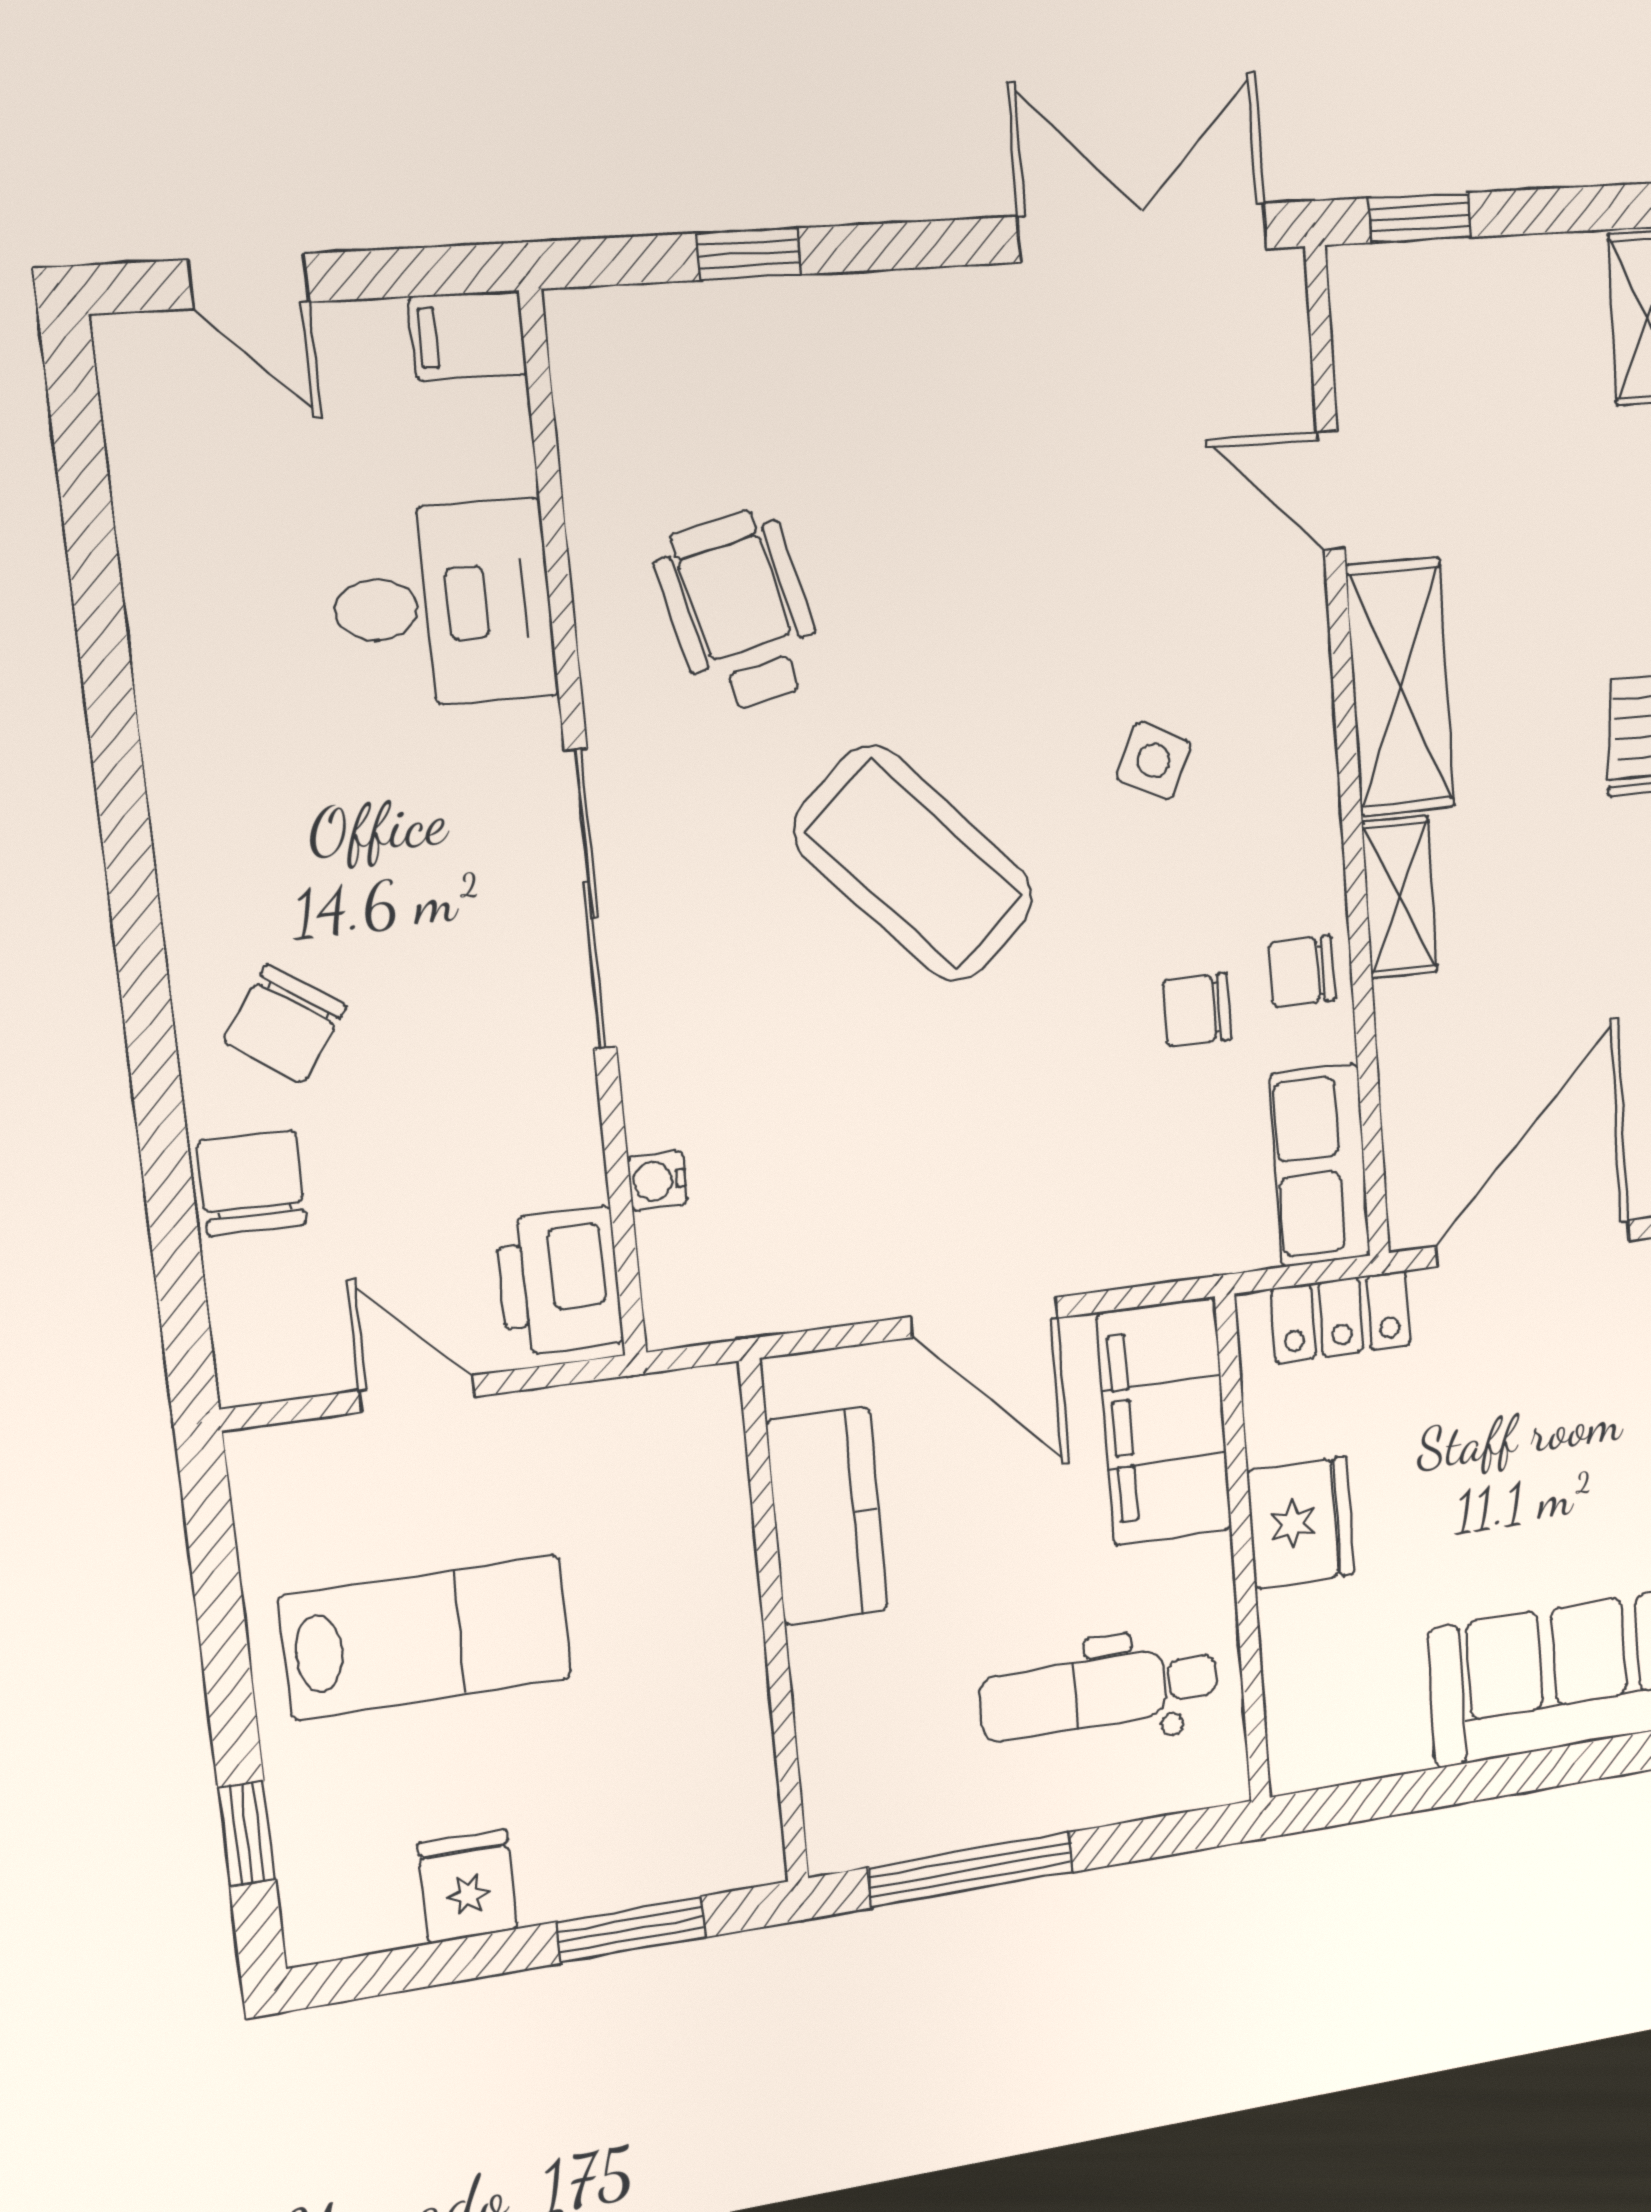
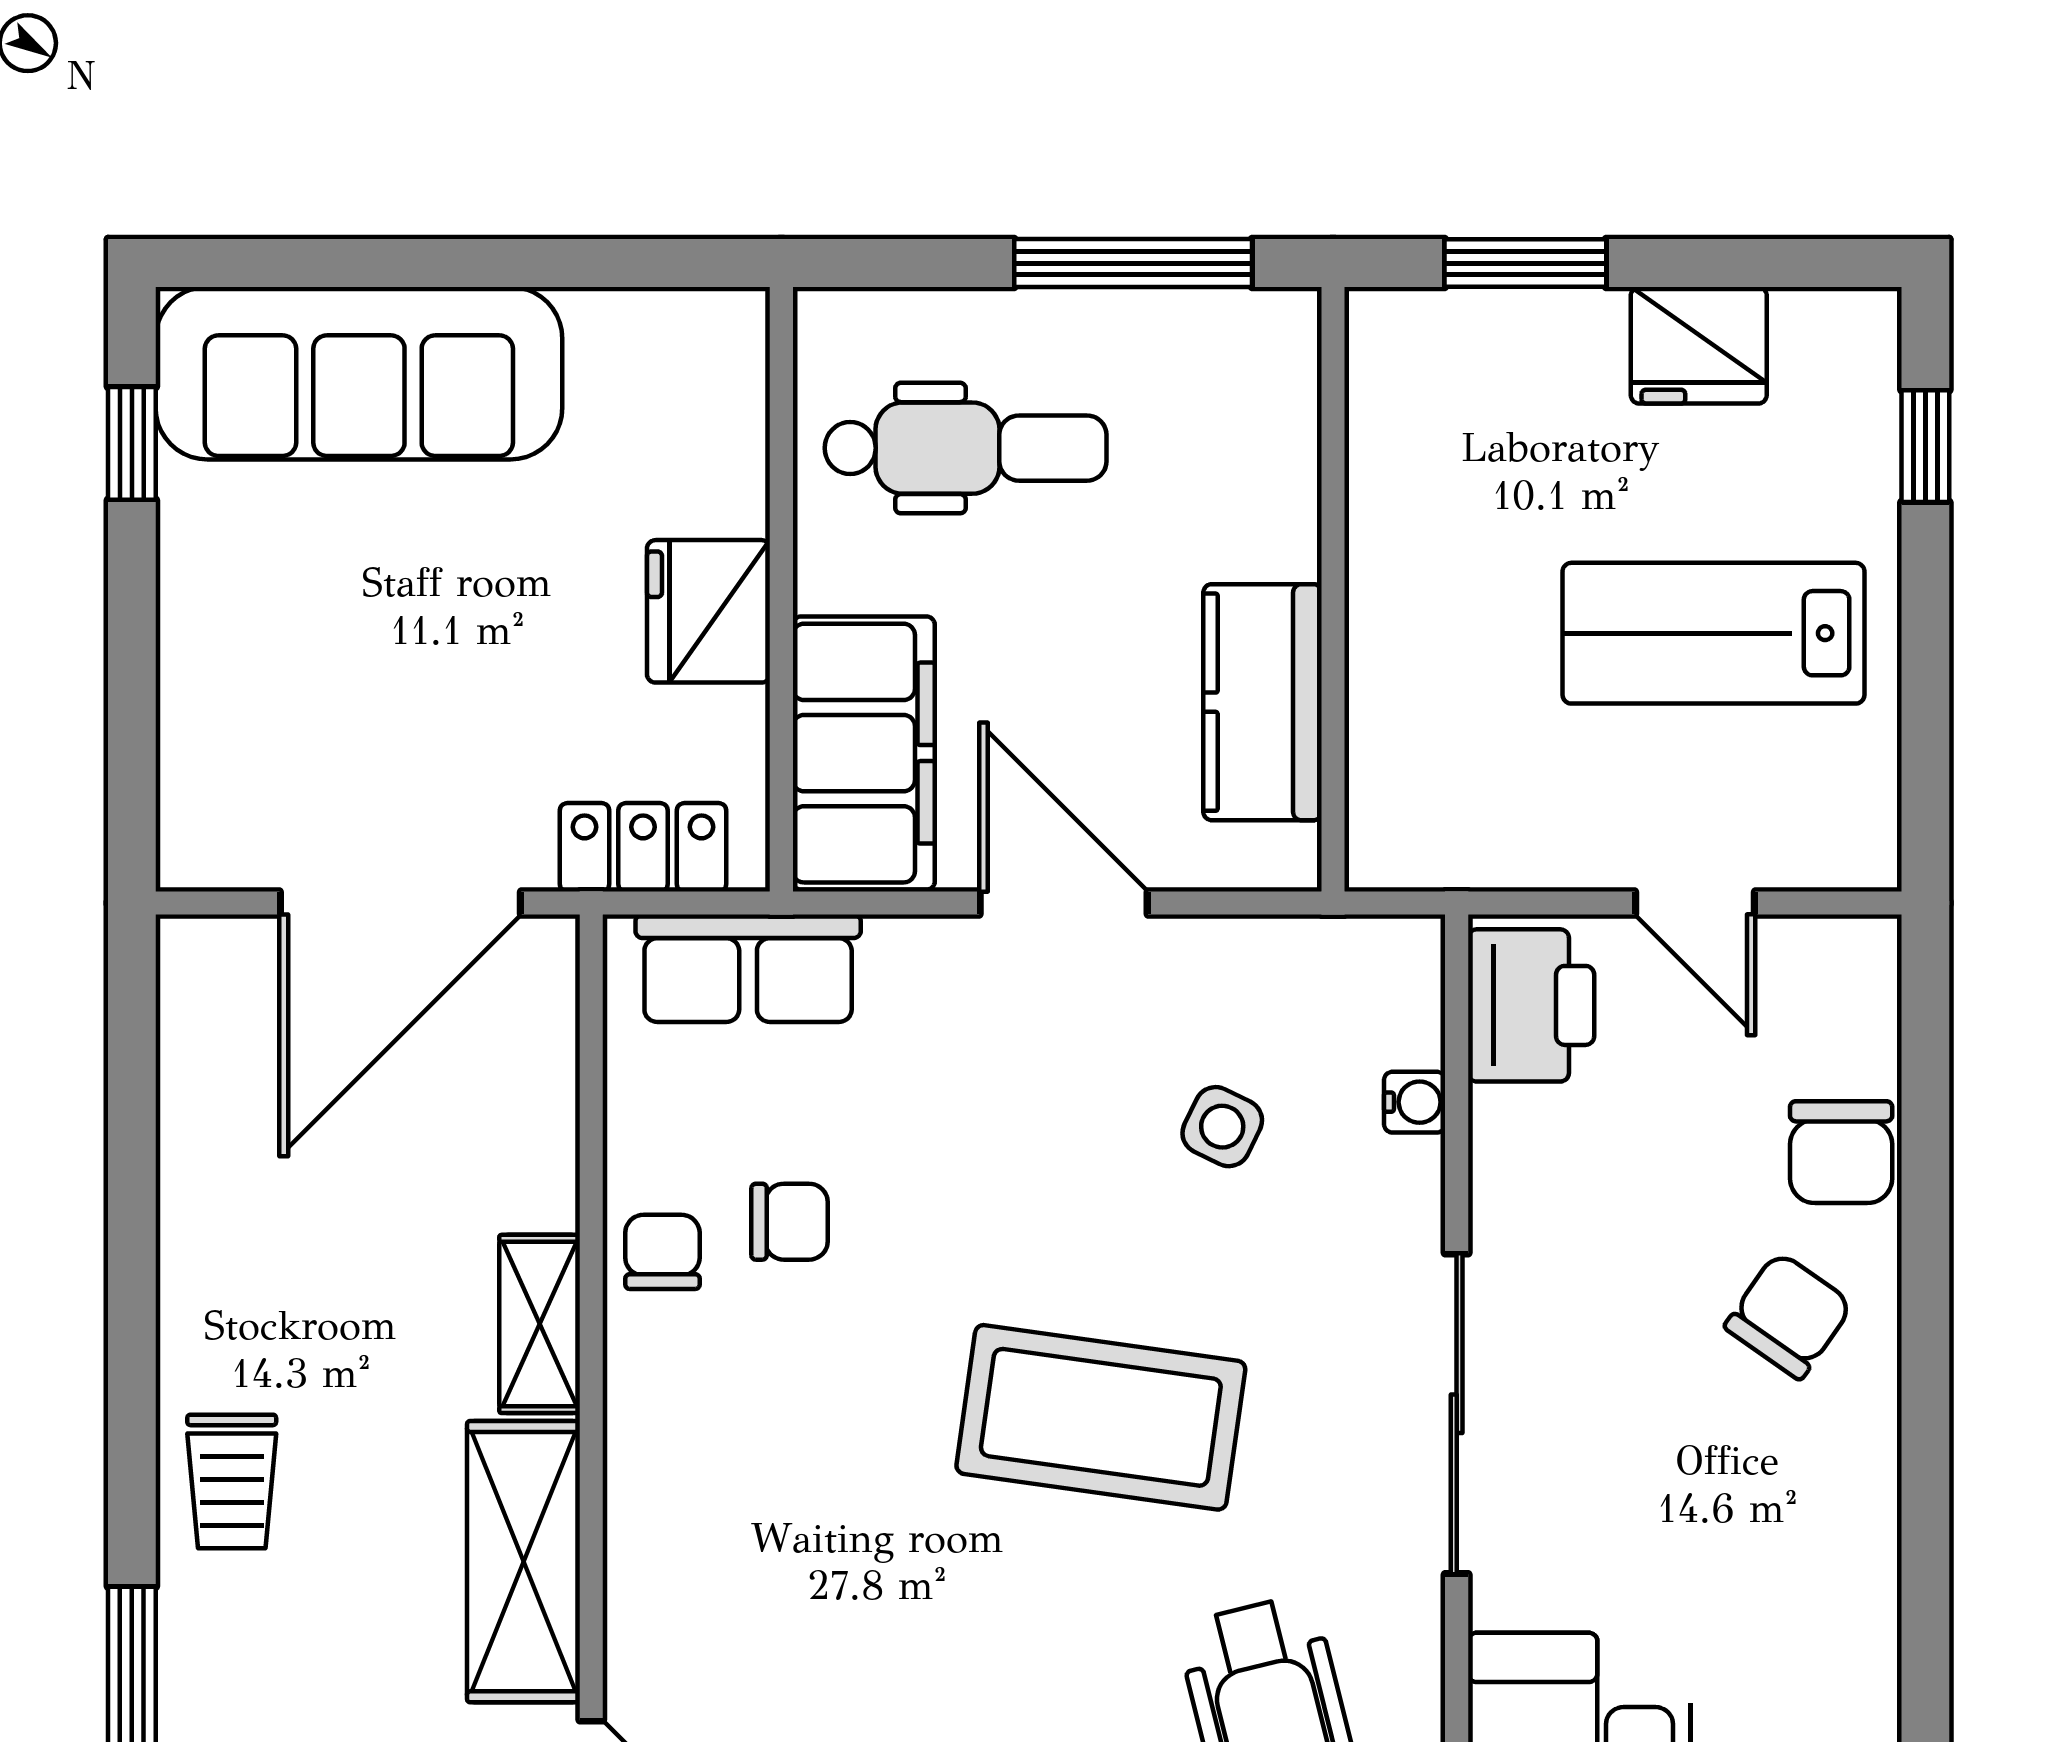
side table: (1154, 761) -> (1222, 1127), moved
coffee table: (914, 864) -> (1101, 1417), turned -39
chair: (1302, 971) -> (662, 1252), turned -90
row of seats: (1320, 1165) -> (748, 968), moved, turned 90
fridge: (467, 1886) -> (1699, 345), width x1.38

